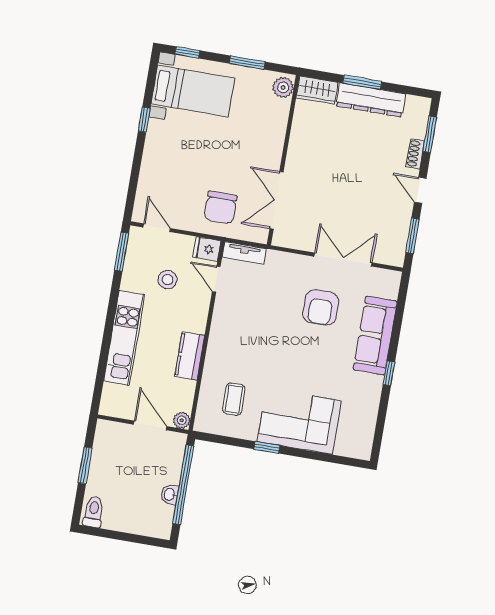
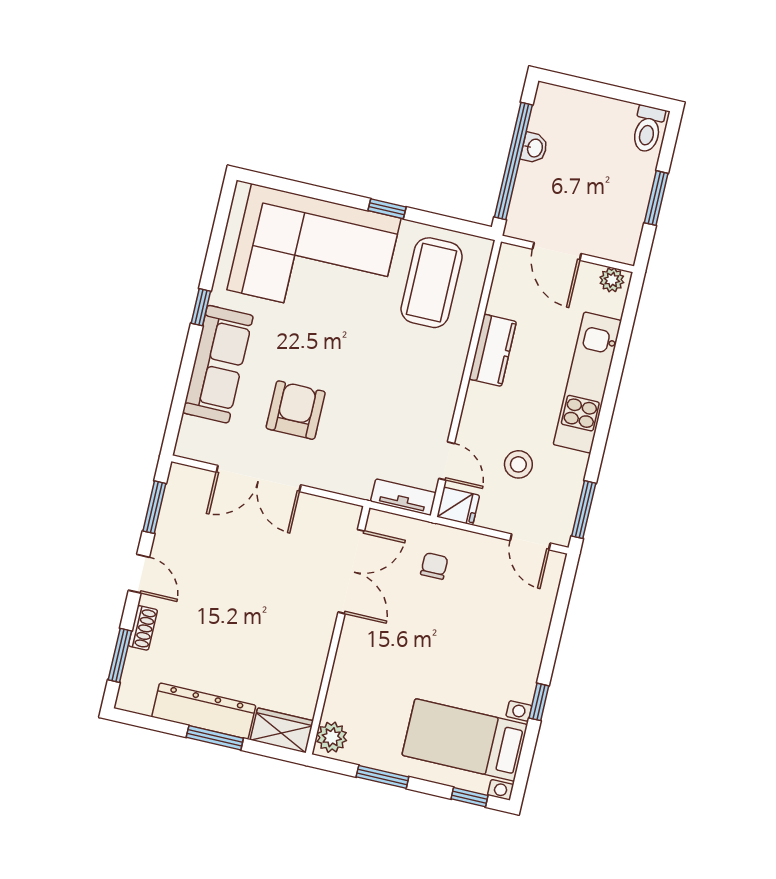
chair: (221, 207) -> (434, 566), width x0.54, depth x0.54
coffee table: (234, 399) -> (432, 283), width x1.86, depth x1.72
plant: (182, 420) -> (612, 280), moved
corner sofa: (299, 421) -> (314, 254), width x1.36, depth x1.36

